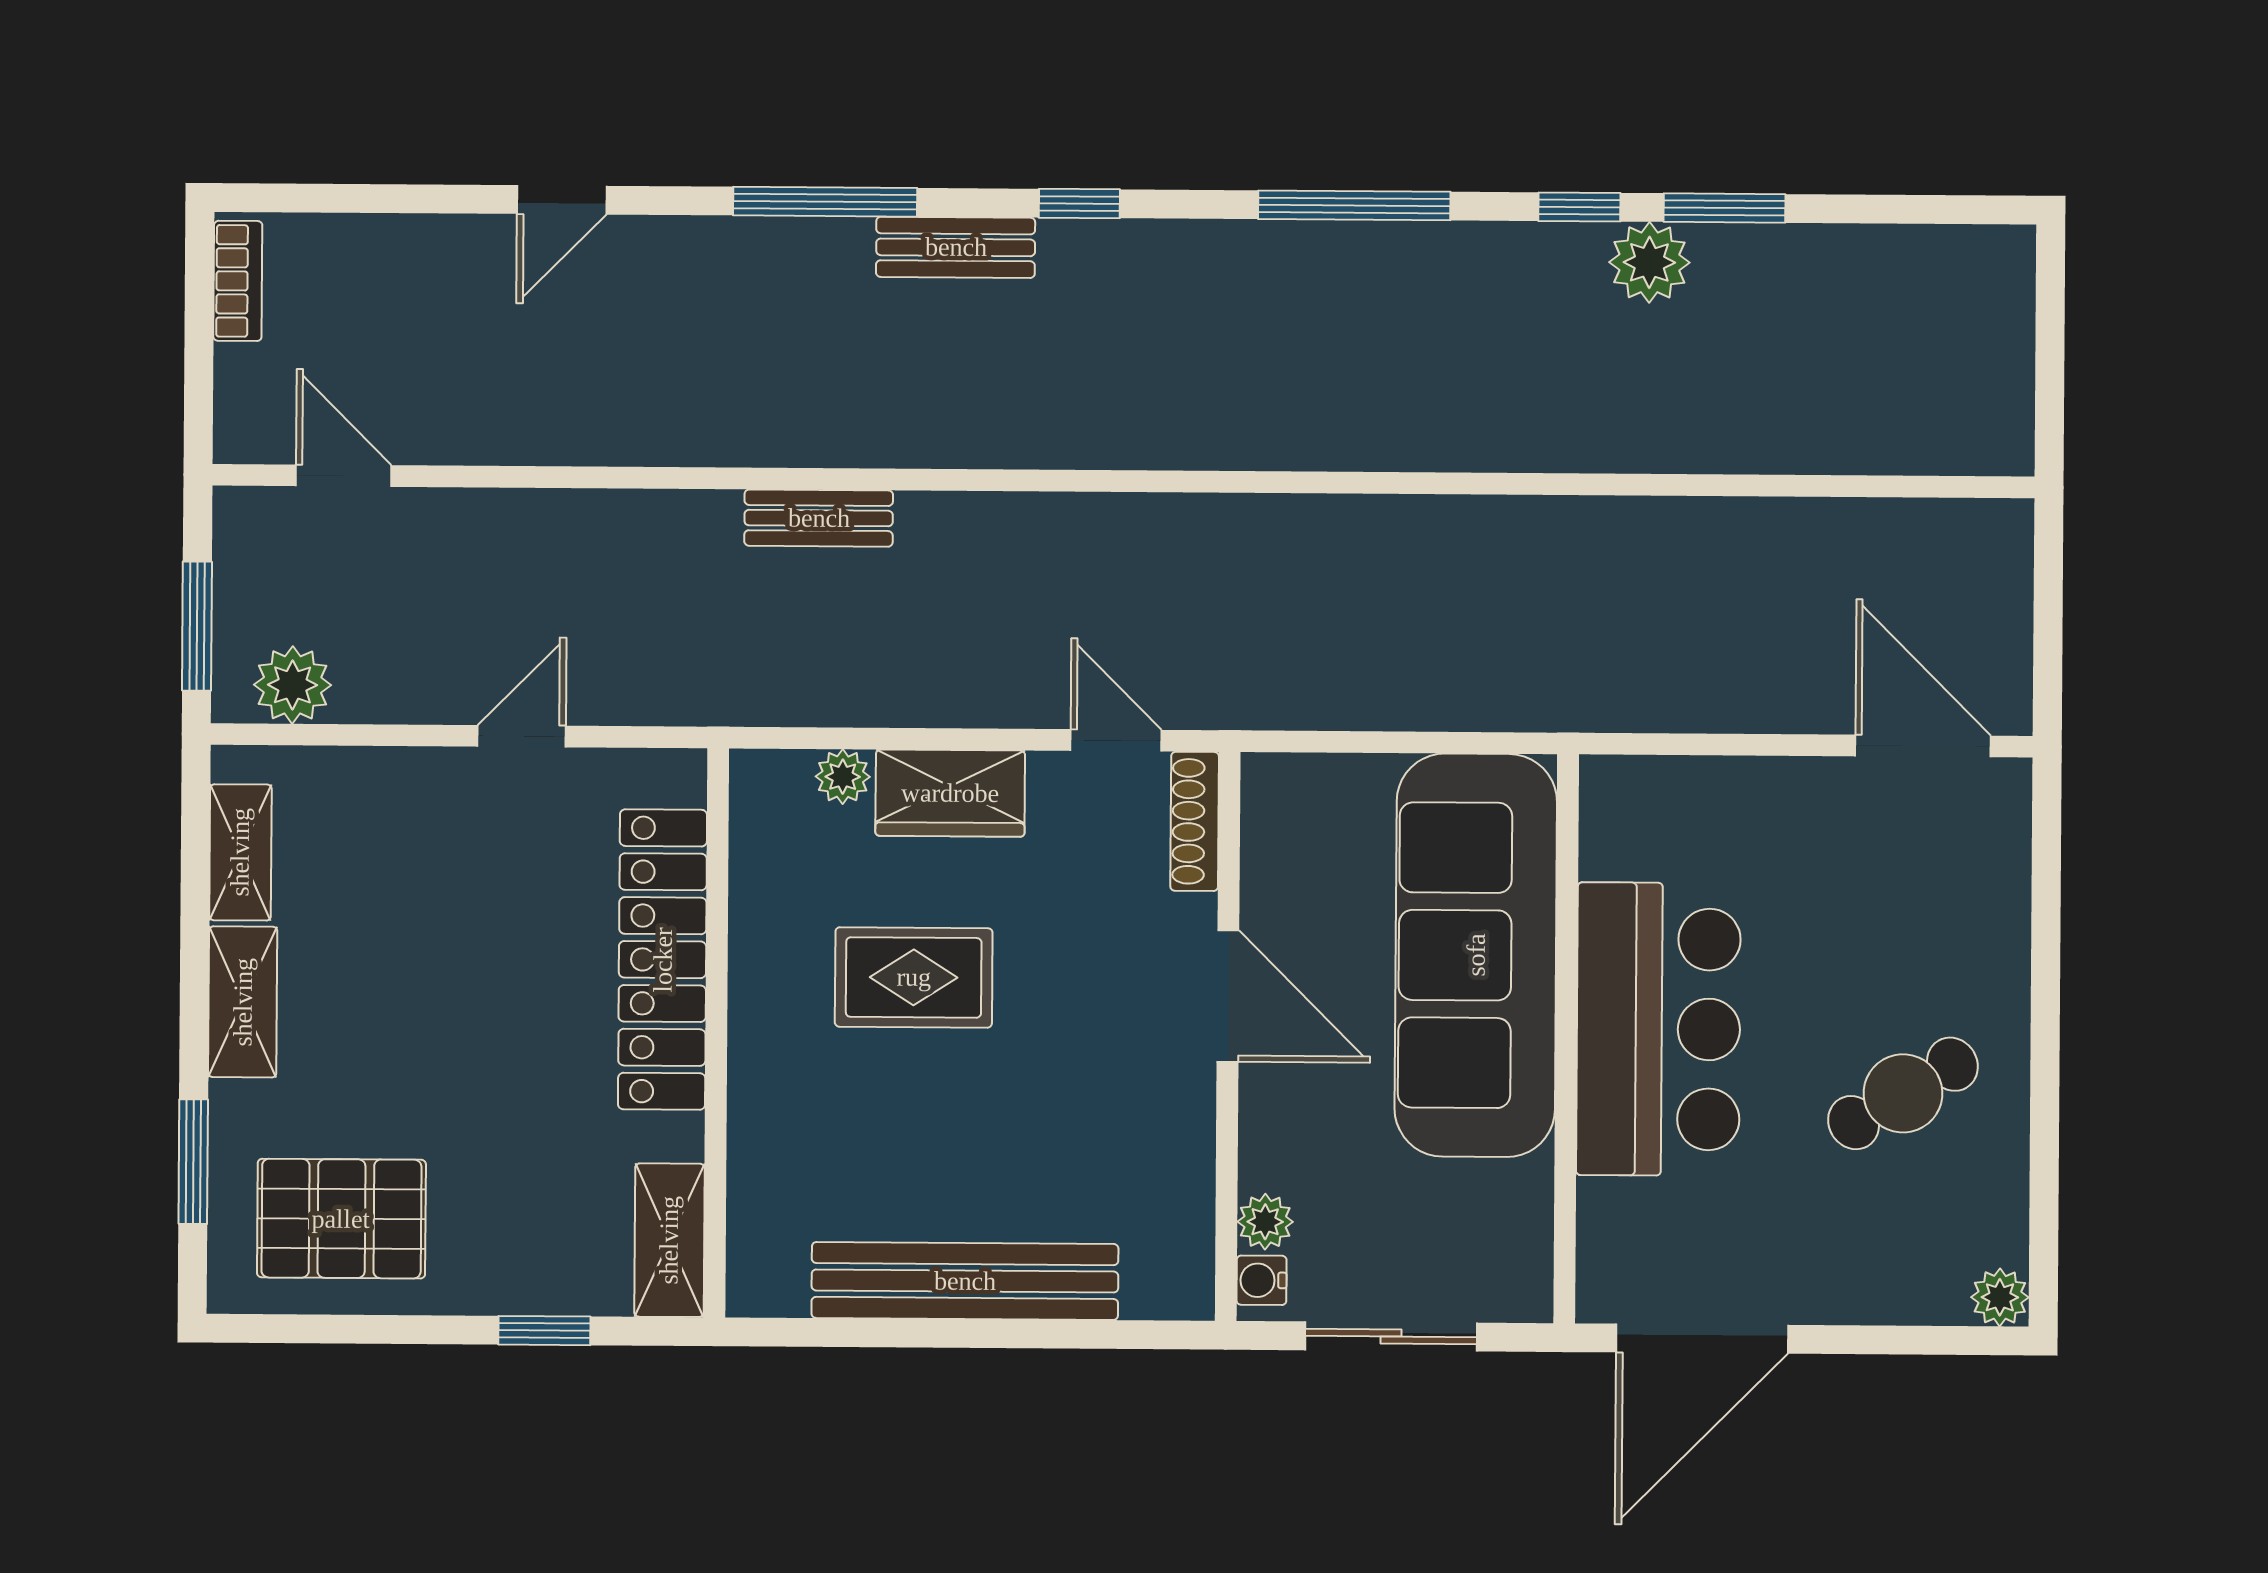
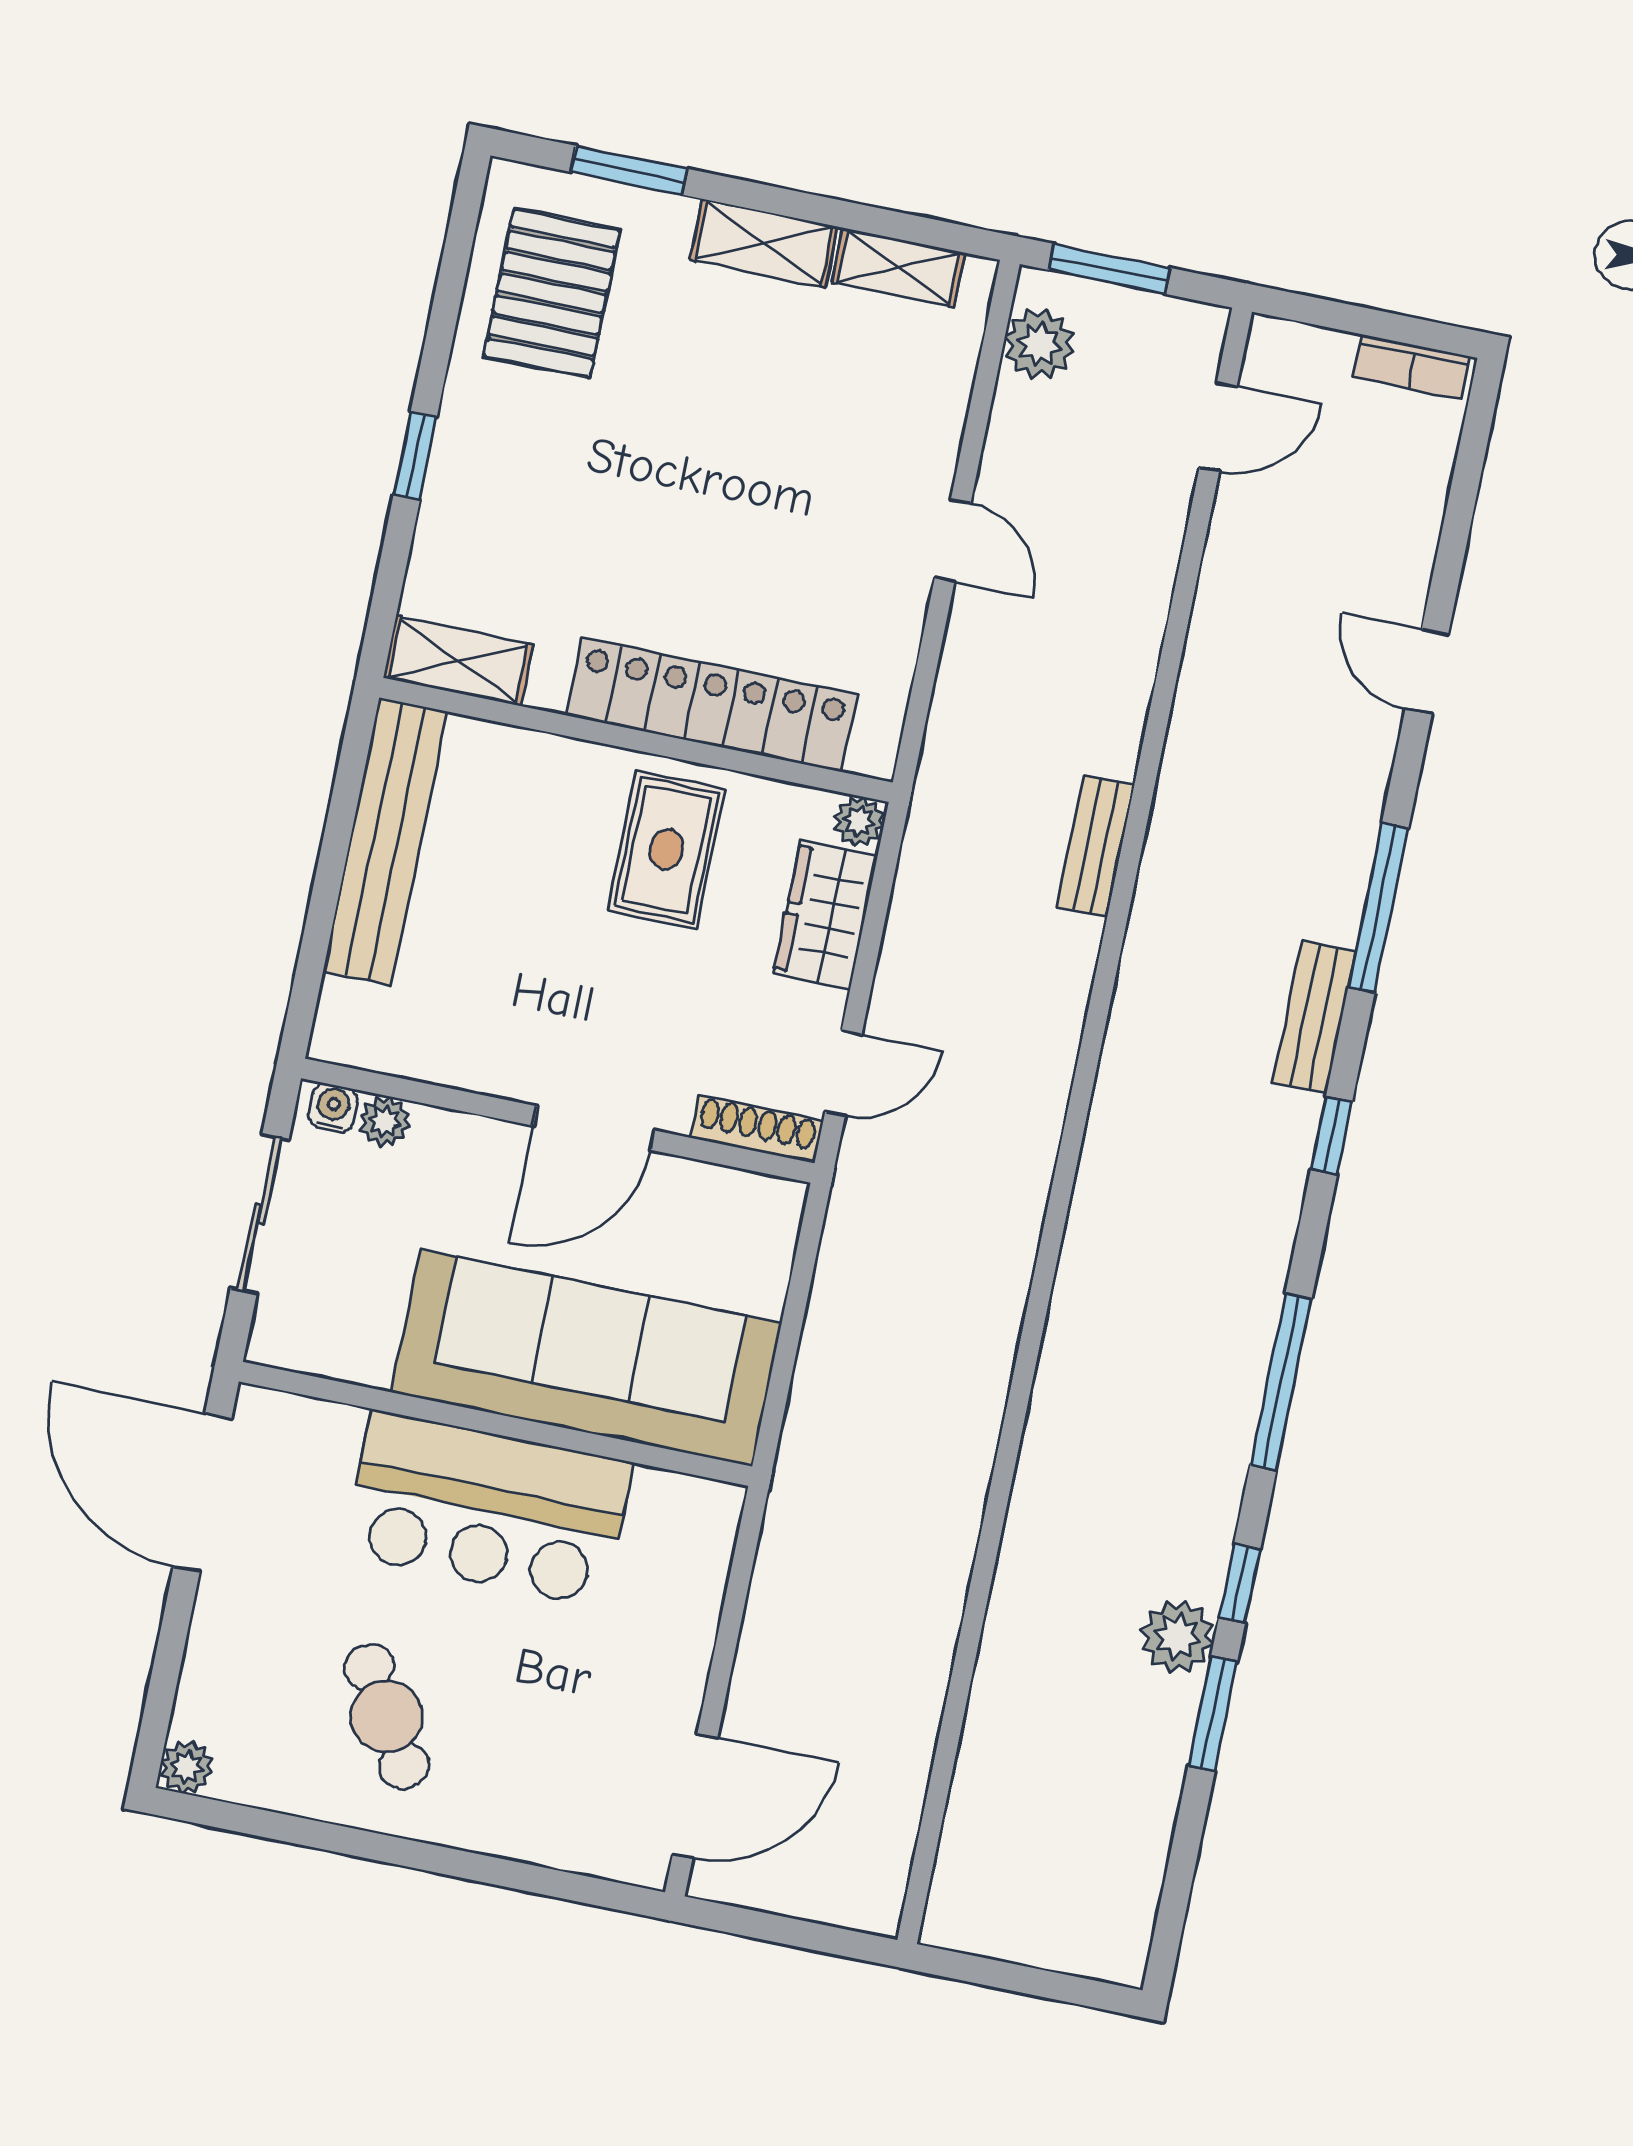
locker: (663, 960) -> (711, 705), moved
wall: (716, 1033) -> (636, 740), moved
shelving: (669, 1240) -> (458, 661), moved

